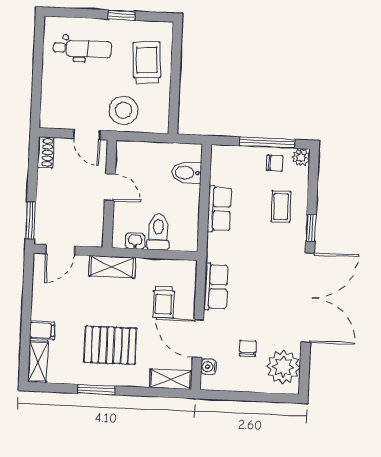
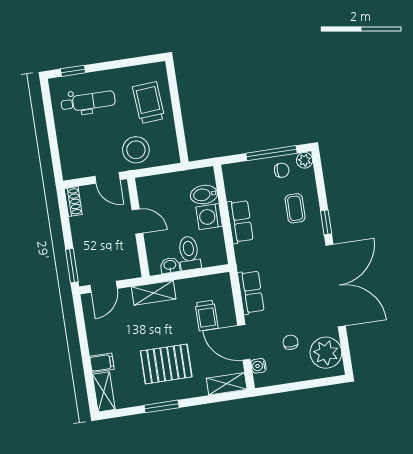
window: (122, 15) -> (73, 71), moved
washing machine: (187, 197) -> (209, 217), added

